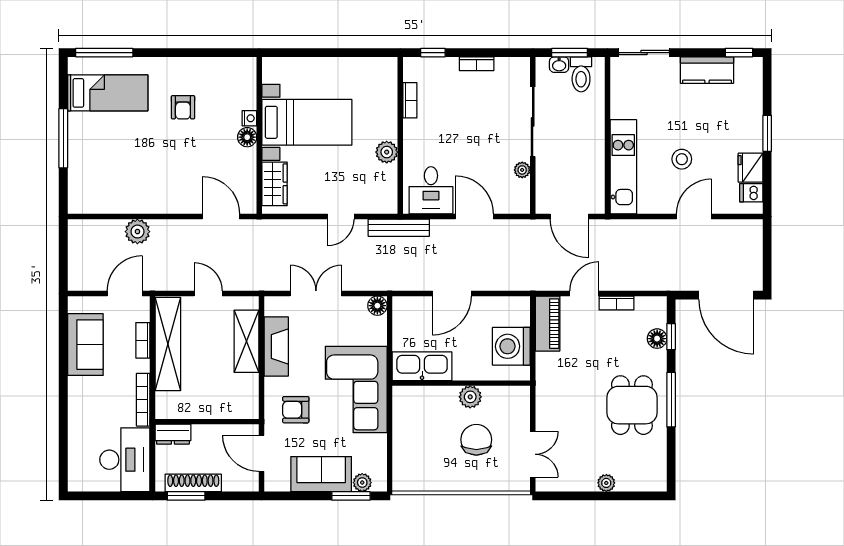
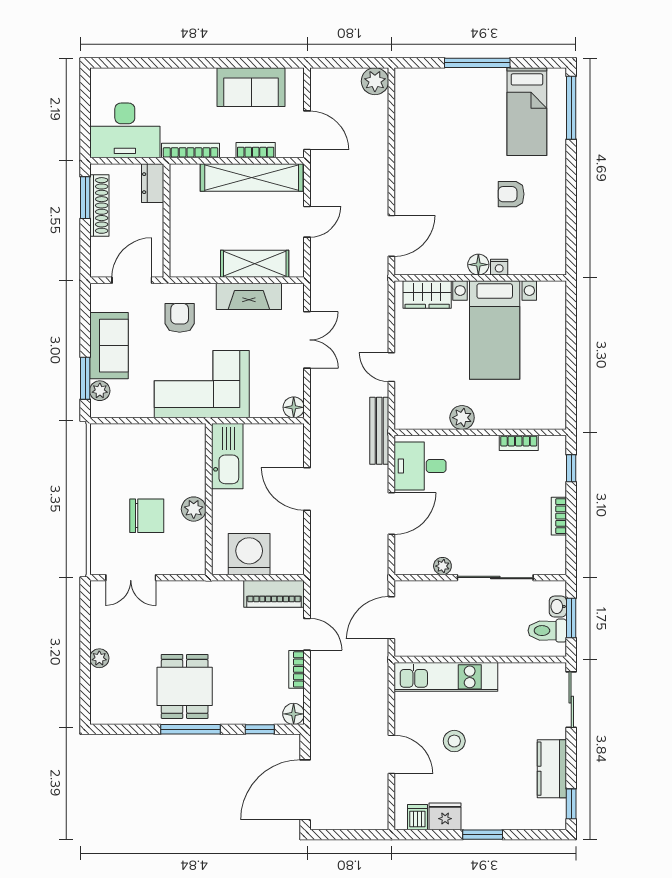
plant: (137, 232) -> (375, 81), moved
floor lamp: (657, 339) -> (294, 714), moved
dining table: (632, 405) -> (185, 686), turned 90

